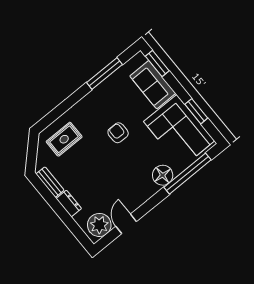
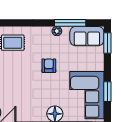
sofa: (153, 85) -> (87, 36), moved, turned -90
plant: (98, 92) -> (57, 31), added

